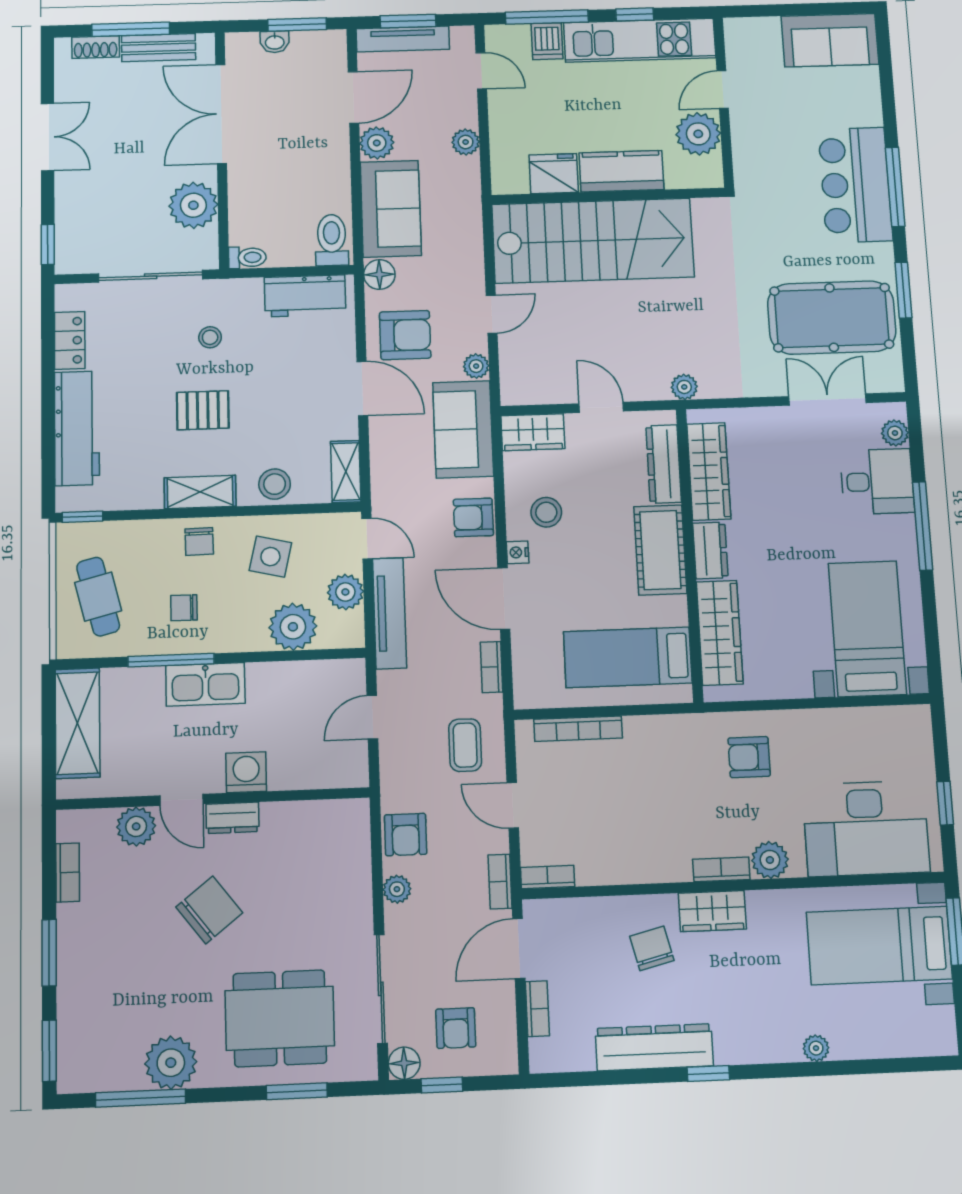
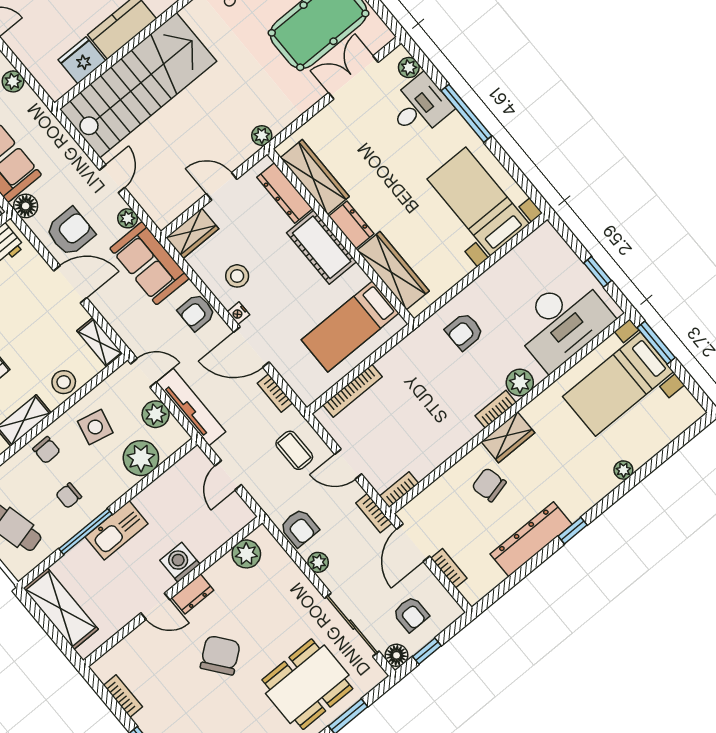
plant: (136, 826) -> (246, 554), moved

